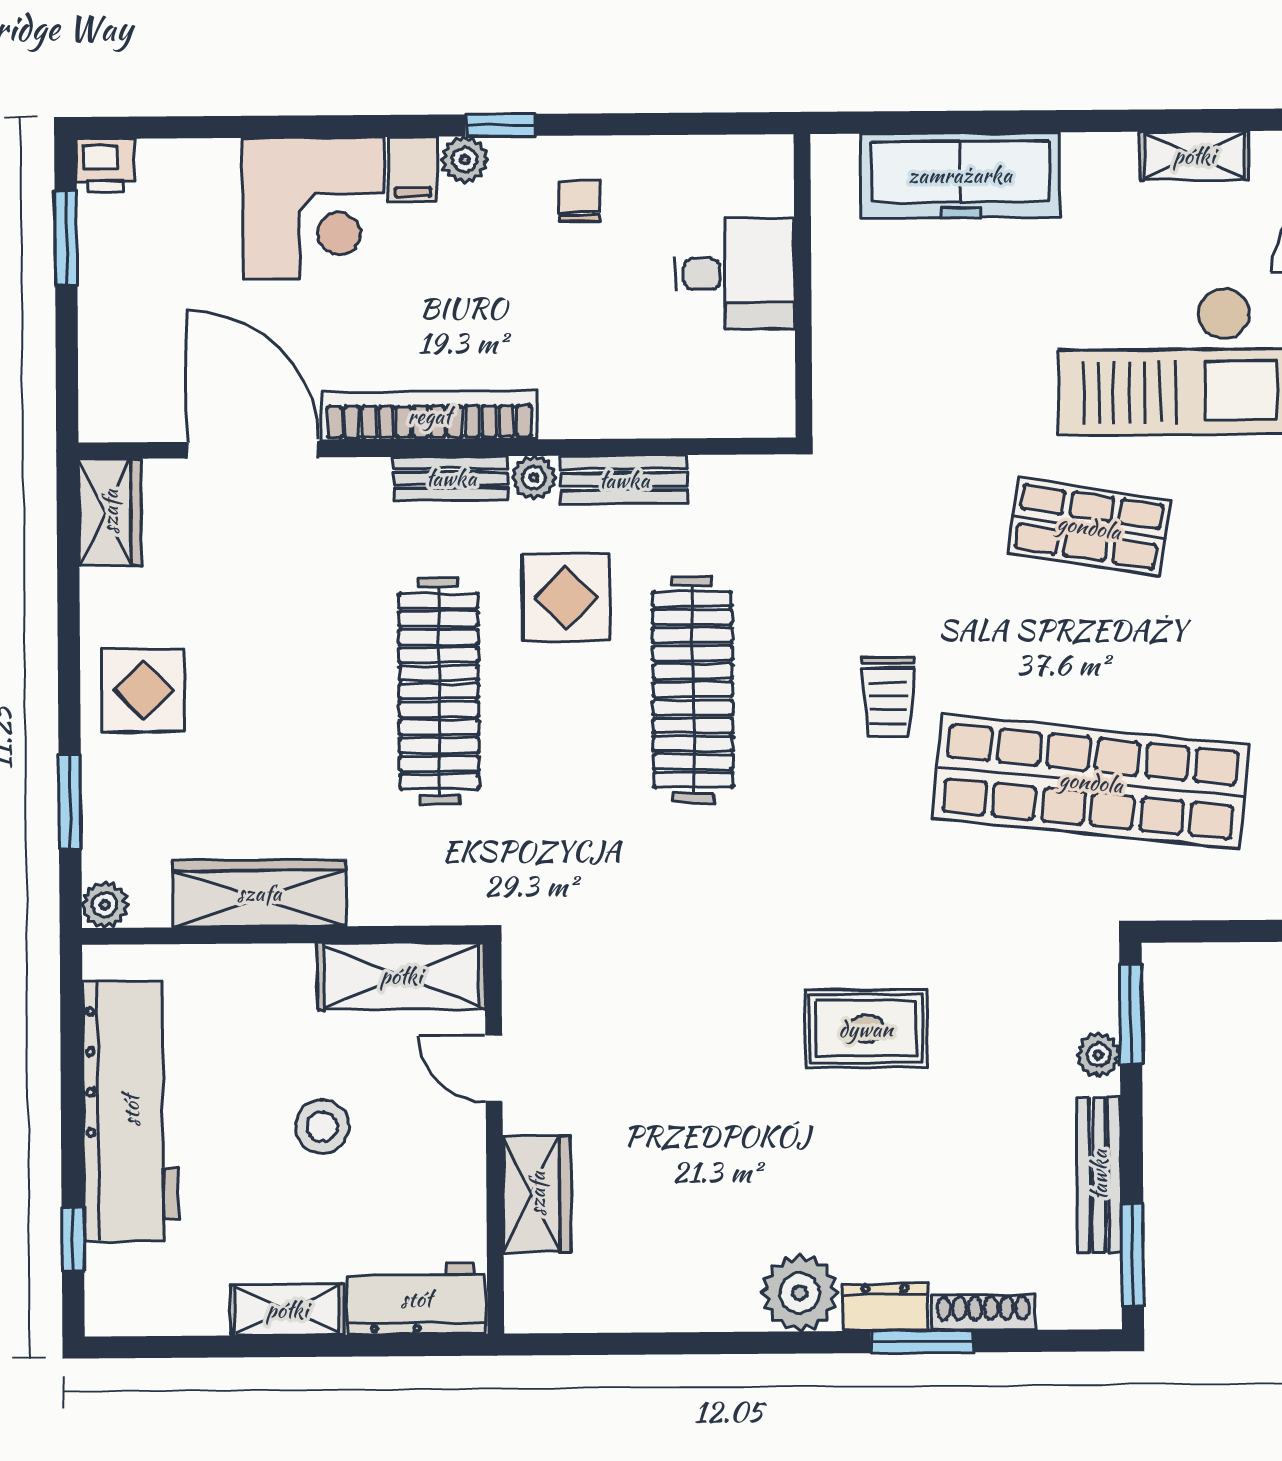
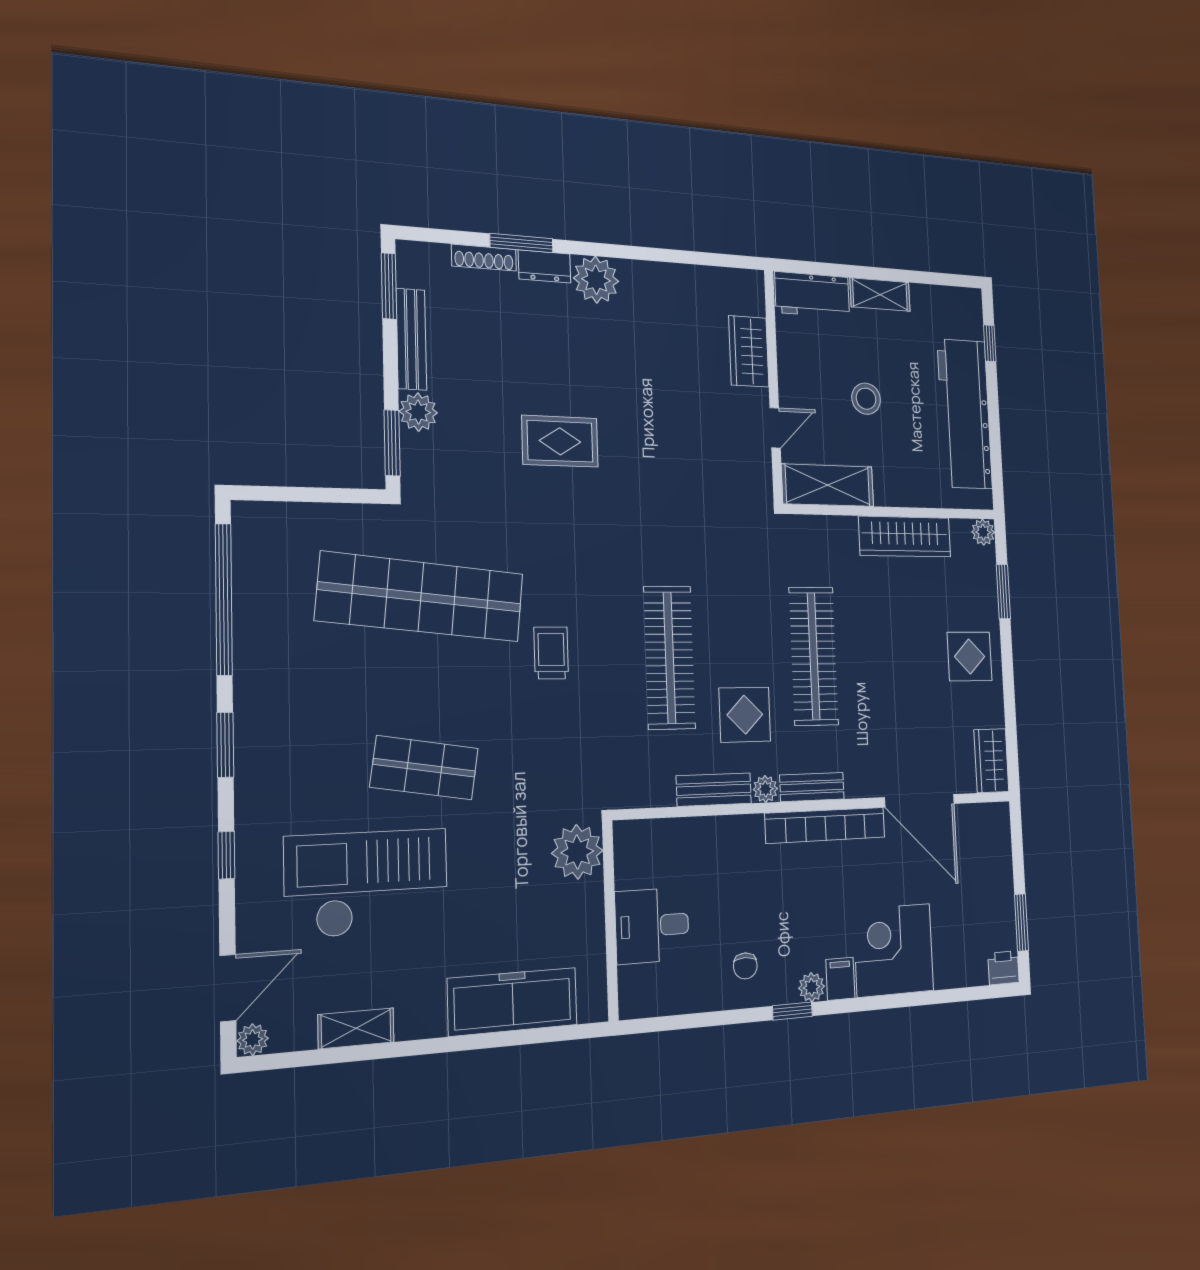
plant: (854, 392) -> (577, 852), added
plant: (1098, 1055) -> (418, 412), width x1.38, depth x1.38
door: (494, 1068) -> (775, 428), hinge flipped

